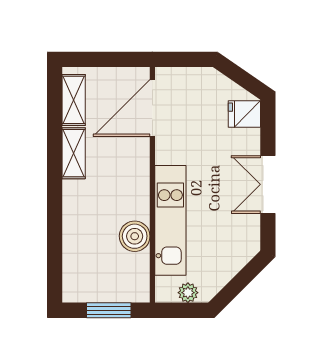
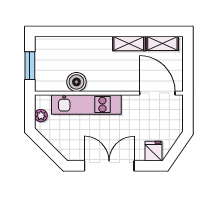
double door: (268, 184) -> (109, 166), width x1.37

